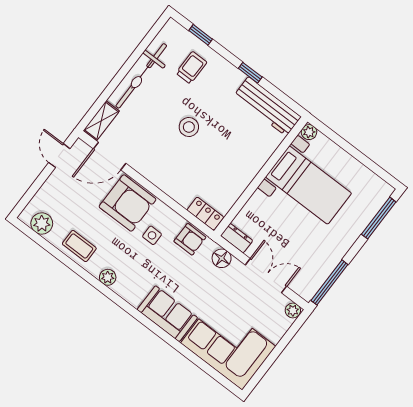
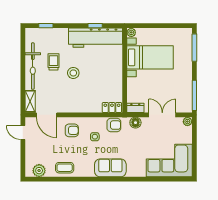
trolley: (191, 68) -> (54, 62), moved
window: (250, 73) -> (95, 26), moved
workbench: (267, 106) -> (95, 38), width x1.36, depth x1.32
door: (110, 156) -> (47, 115), hinge flipped
armchair: (127, 203) -> (72, 130), width x0.53, depth x0.53
plant: (108, 277) -> (89, 172), removed
sofa: (167, 314) -> (110, 168), moved

